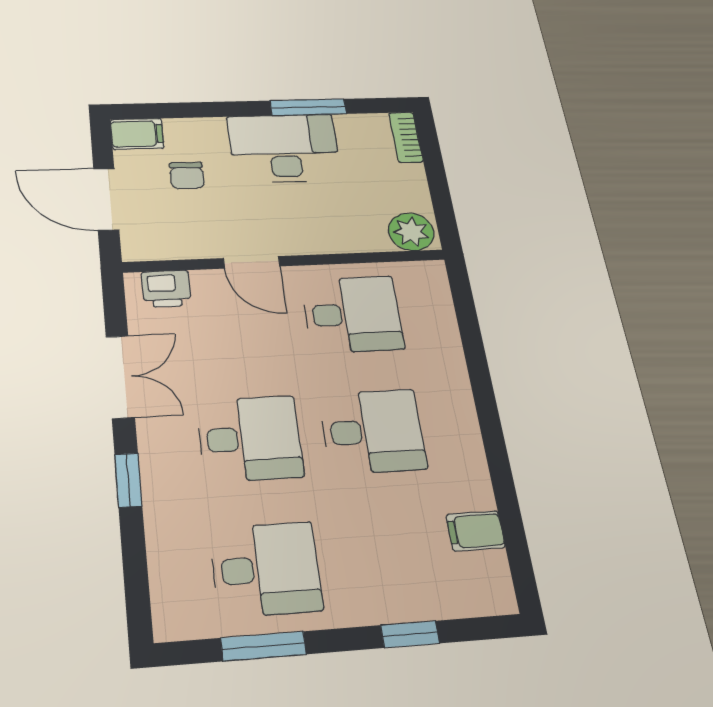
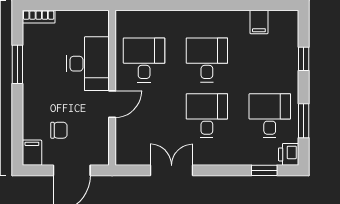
desk: (284, 148) -> (88, 64), moved, turned 180
plant: (411, 232) -> (98, 24), removed
printer: (166, 289) -> (289, 154), moved, turned 180
window: (128, 480) -> (264, 170), moved

